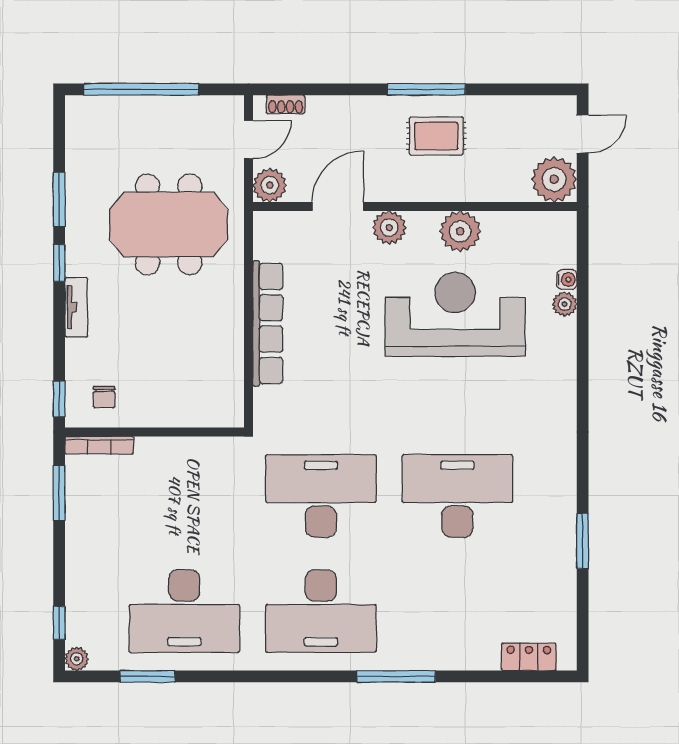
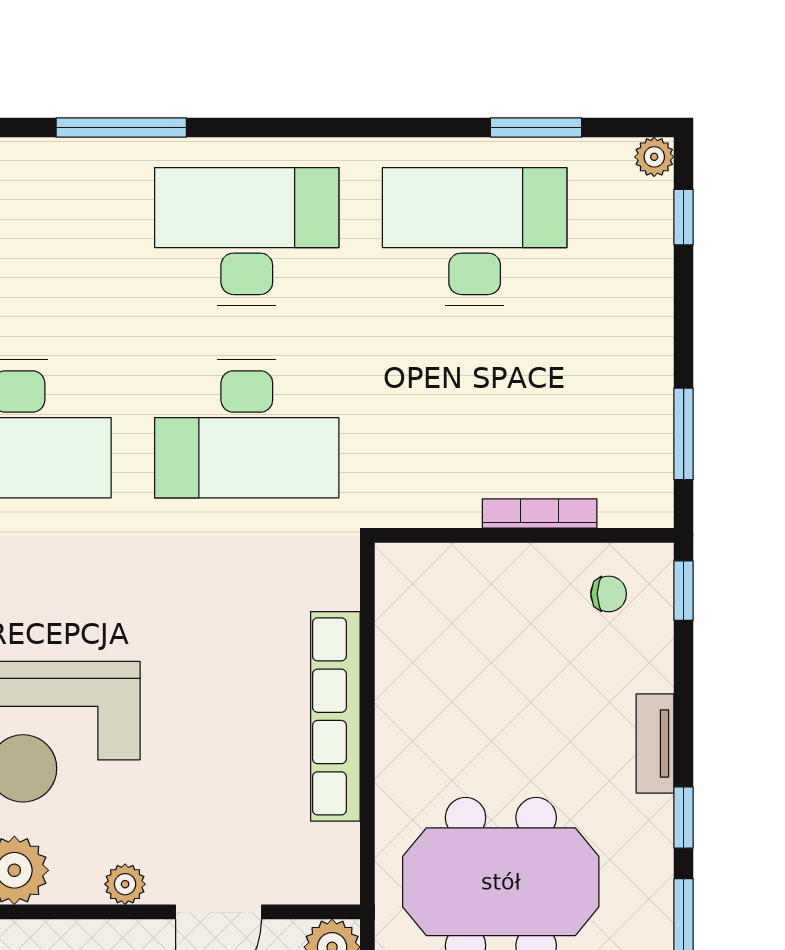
plant: (389, 228) -> (125, 884), width x0.73, depth x0.73
chair: (104, 397) -> (609, 594), turned 90
bookcase: (99, 445) -> (540, 513), moved

